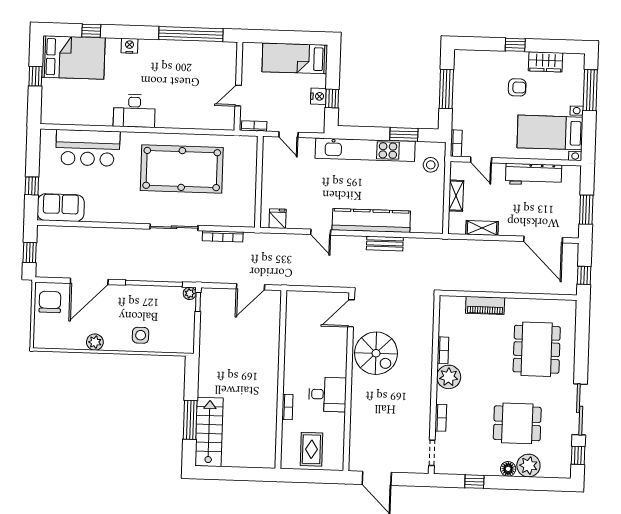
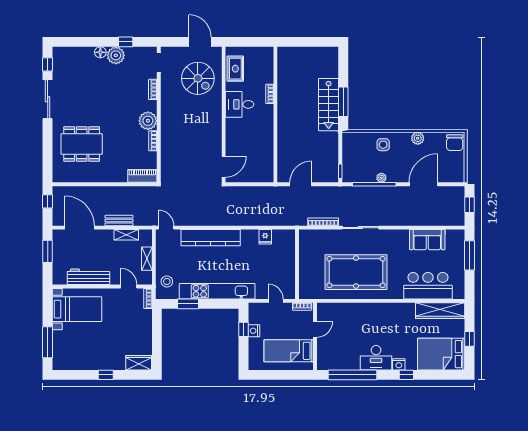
window: (91, 31) -> (406, 375), moved
bed: (295, 58) -> (289, 351), moved, turned 180
wardrobe: (546, 62) -> (139, 363), moved
armchair: (517, 87) -> (103, 343), removed
window: (446, 89) -> (157, 340), removed
desk: (134, 111) -> (376, 358), moved, turned 180
wardrobe: (73, 115) -> (440, 311), added
window: (32, 186) -> (470, 255), width x2.17
sofa: (61, 208) -> (427, 240), moved
fridge: (278, 219) -> (265, 237), moved
door: (321, 232) -> (166, 228), moved
bench: (385, 244) -> (119, 221), moved
plant: (190, 293) -> (381, 178), moved
chair: (50, 302) -> (455, 143), moved
piano: (485, 305) -> (142, 176), moved
dining table: (537, 349) -> (82, 144), turned 90
spiral stairs: (376, 353) -> (198, 78), moved, turned 180
window: (190, 420) -> (343, 102), moved
dining table: (517, 423) -> (95, 87), removed
stairs: (209, 432) -> (329, 105), moved
rug: (311, 449) -> (235, 69), moved
plant: (528, 466) -> (116, 55), moved

